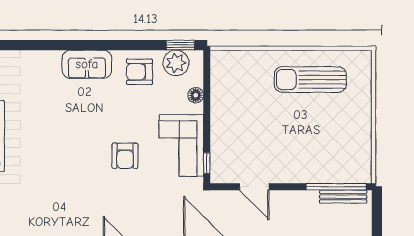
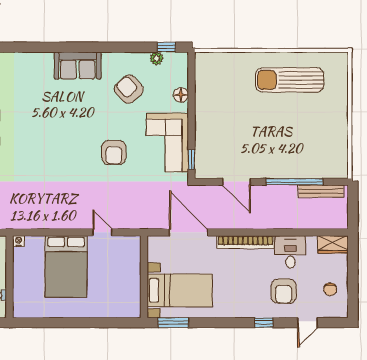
window: (180, 45) -> (166, 47), width x0.67
plant: (176, 63) -> (156, 58), width x0.53, depth x0.53
armchair: (140, 72) -> (129, 89), moved, turned 48
window: (336, 187) -> (294, 182), moved

